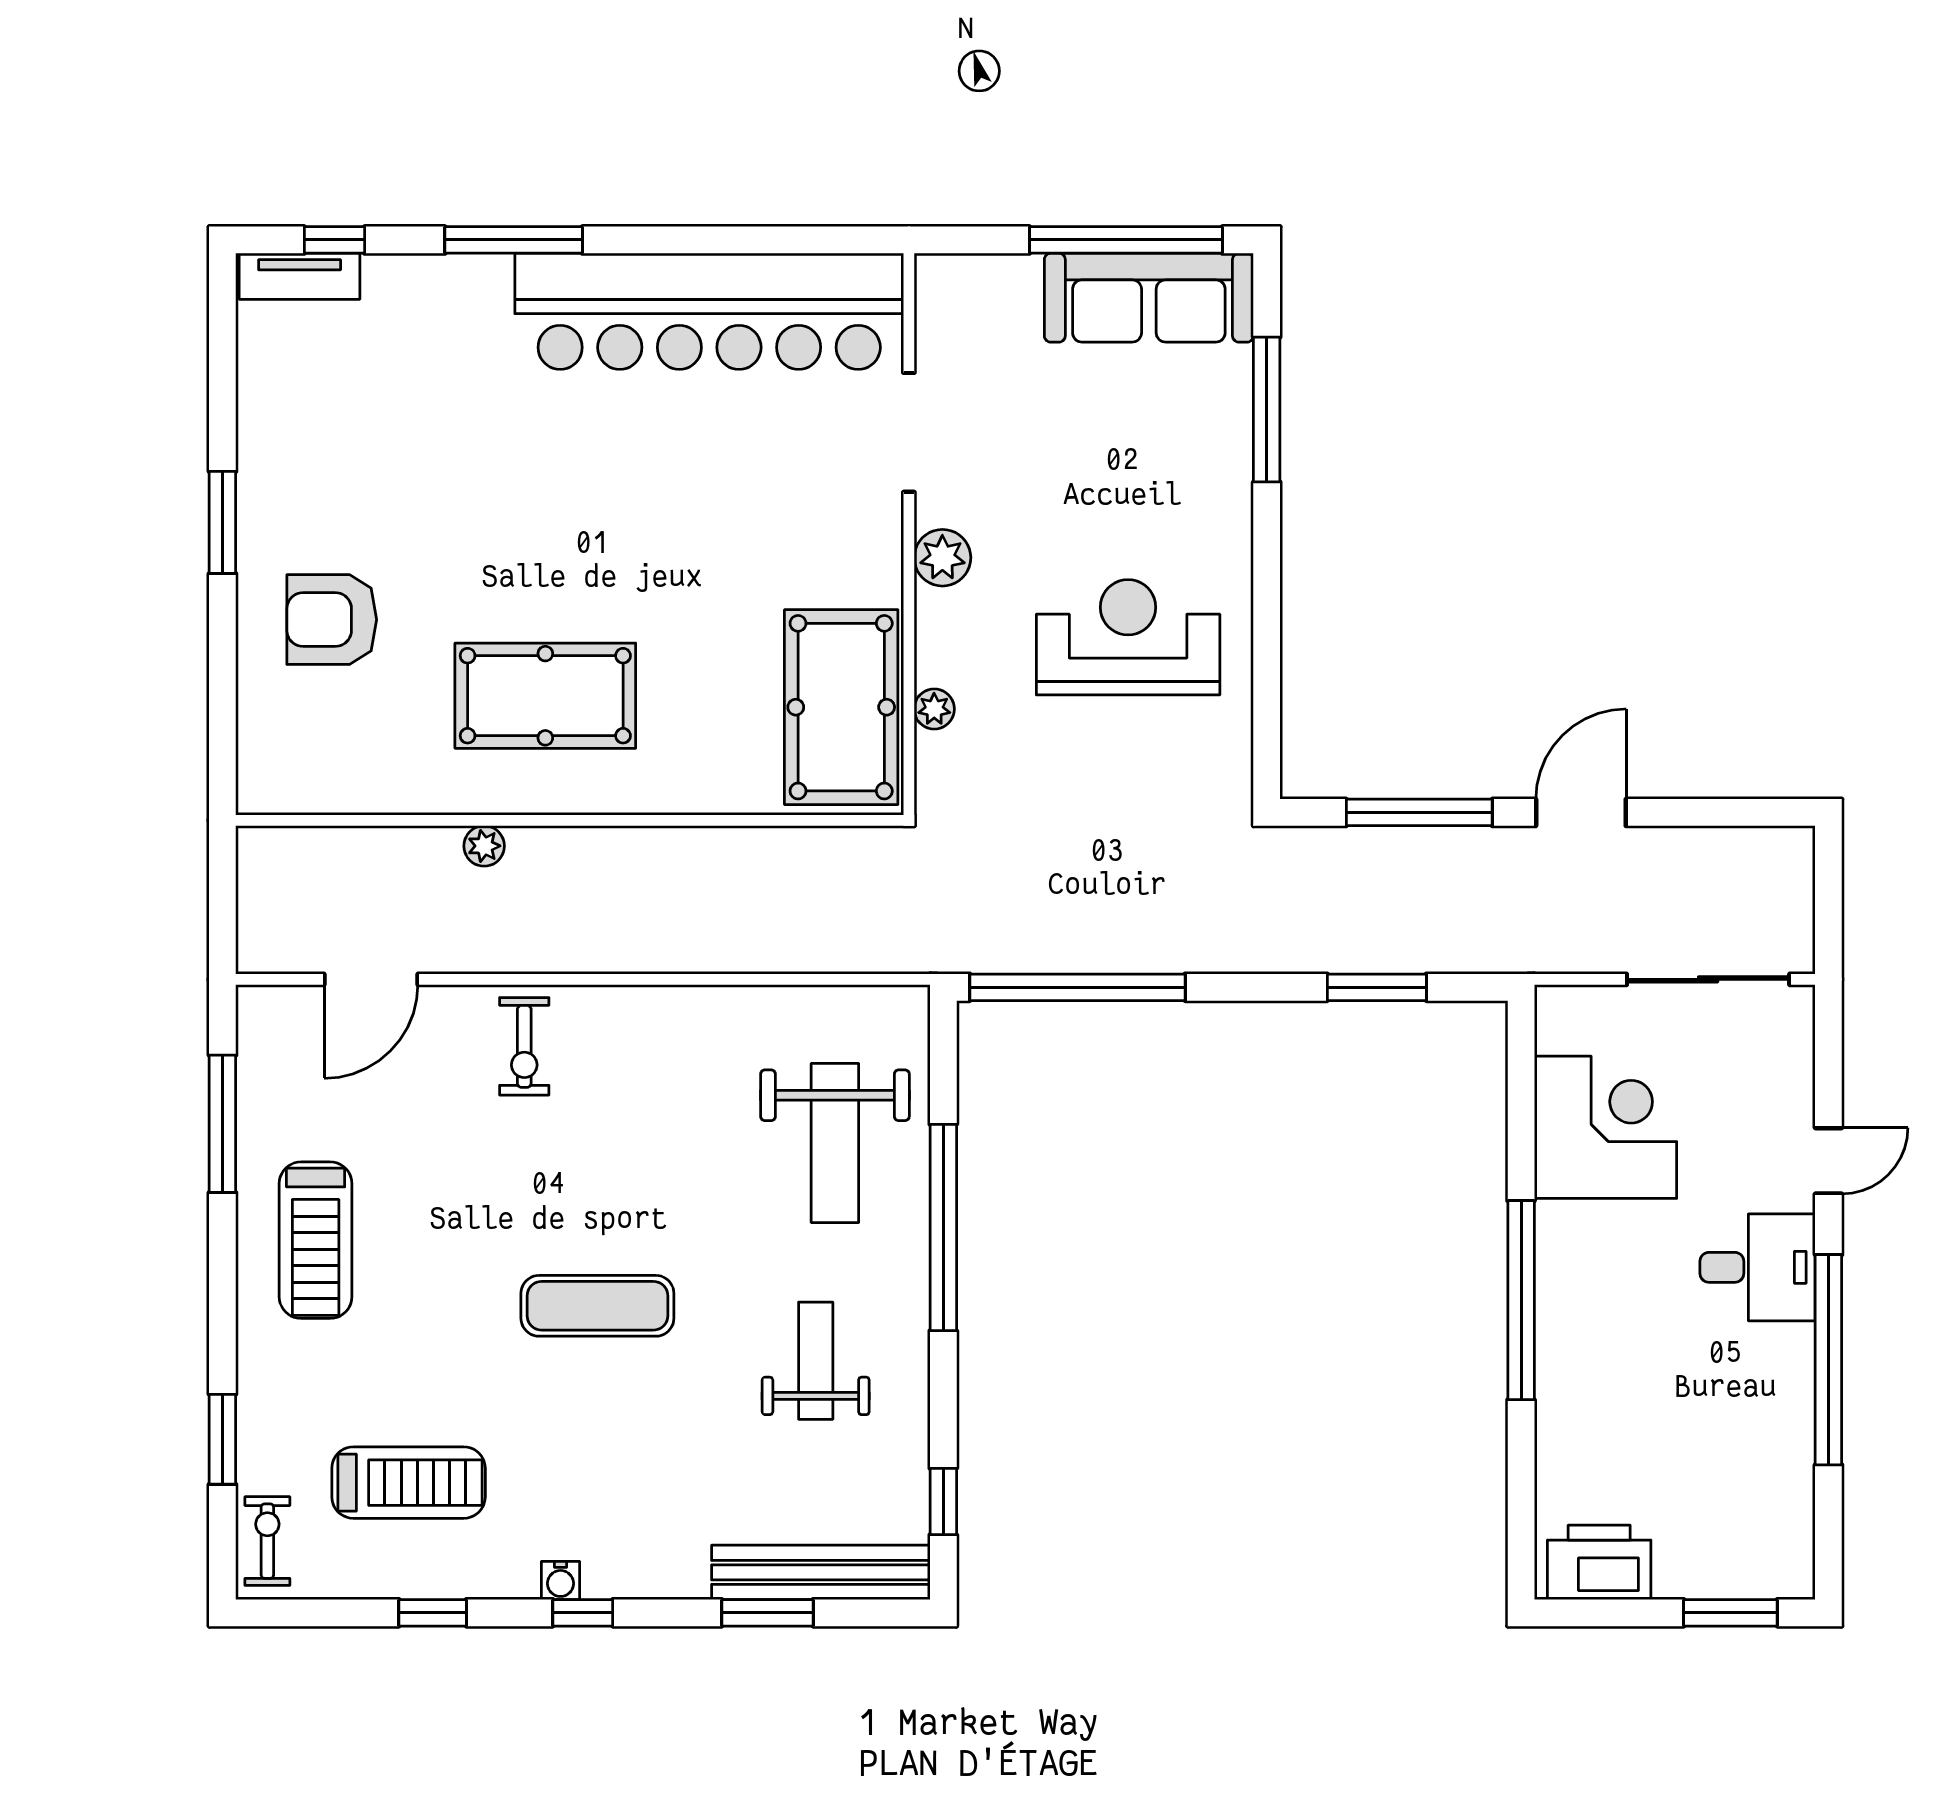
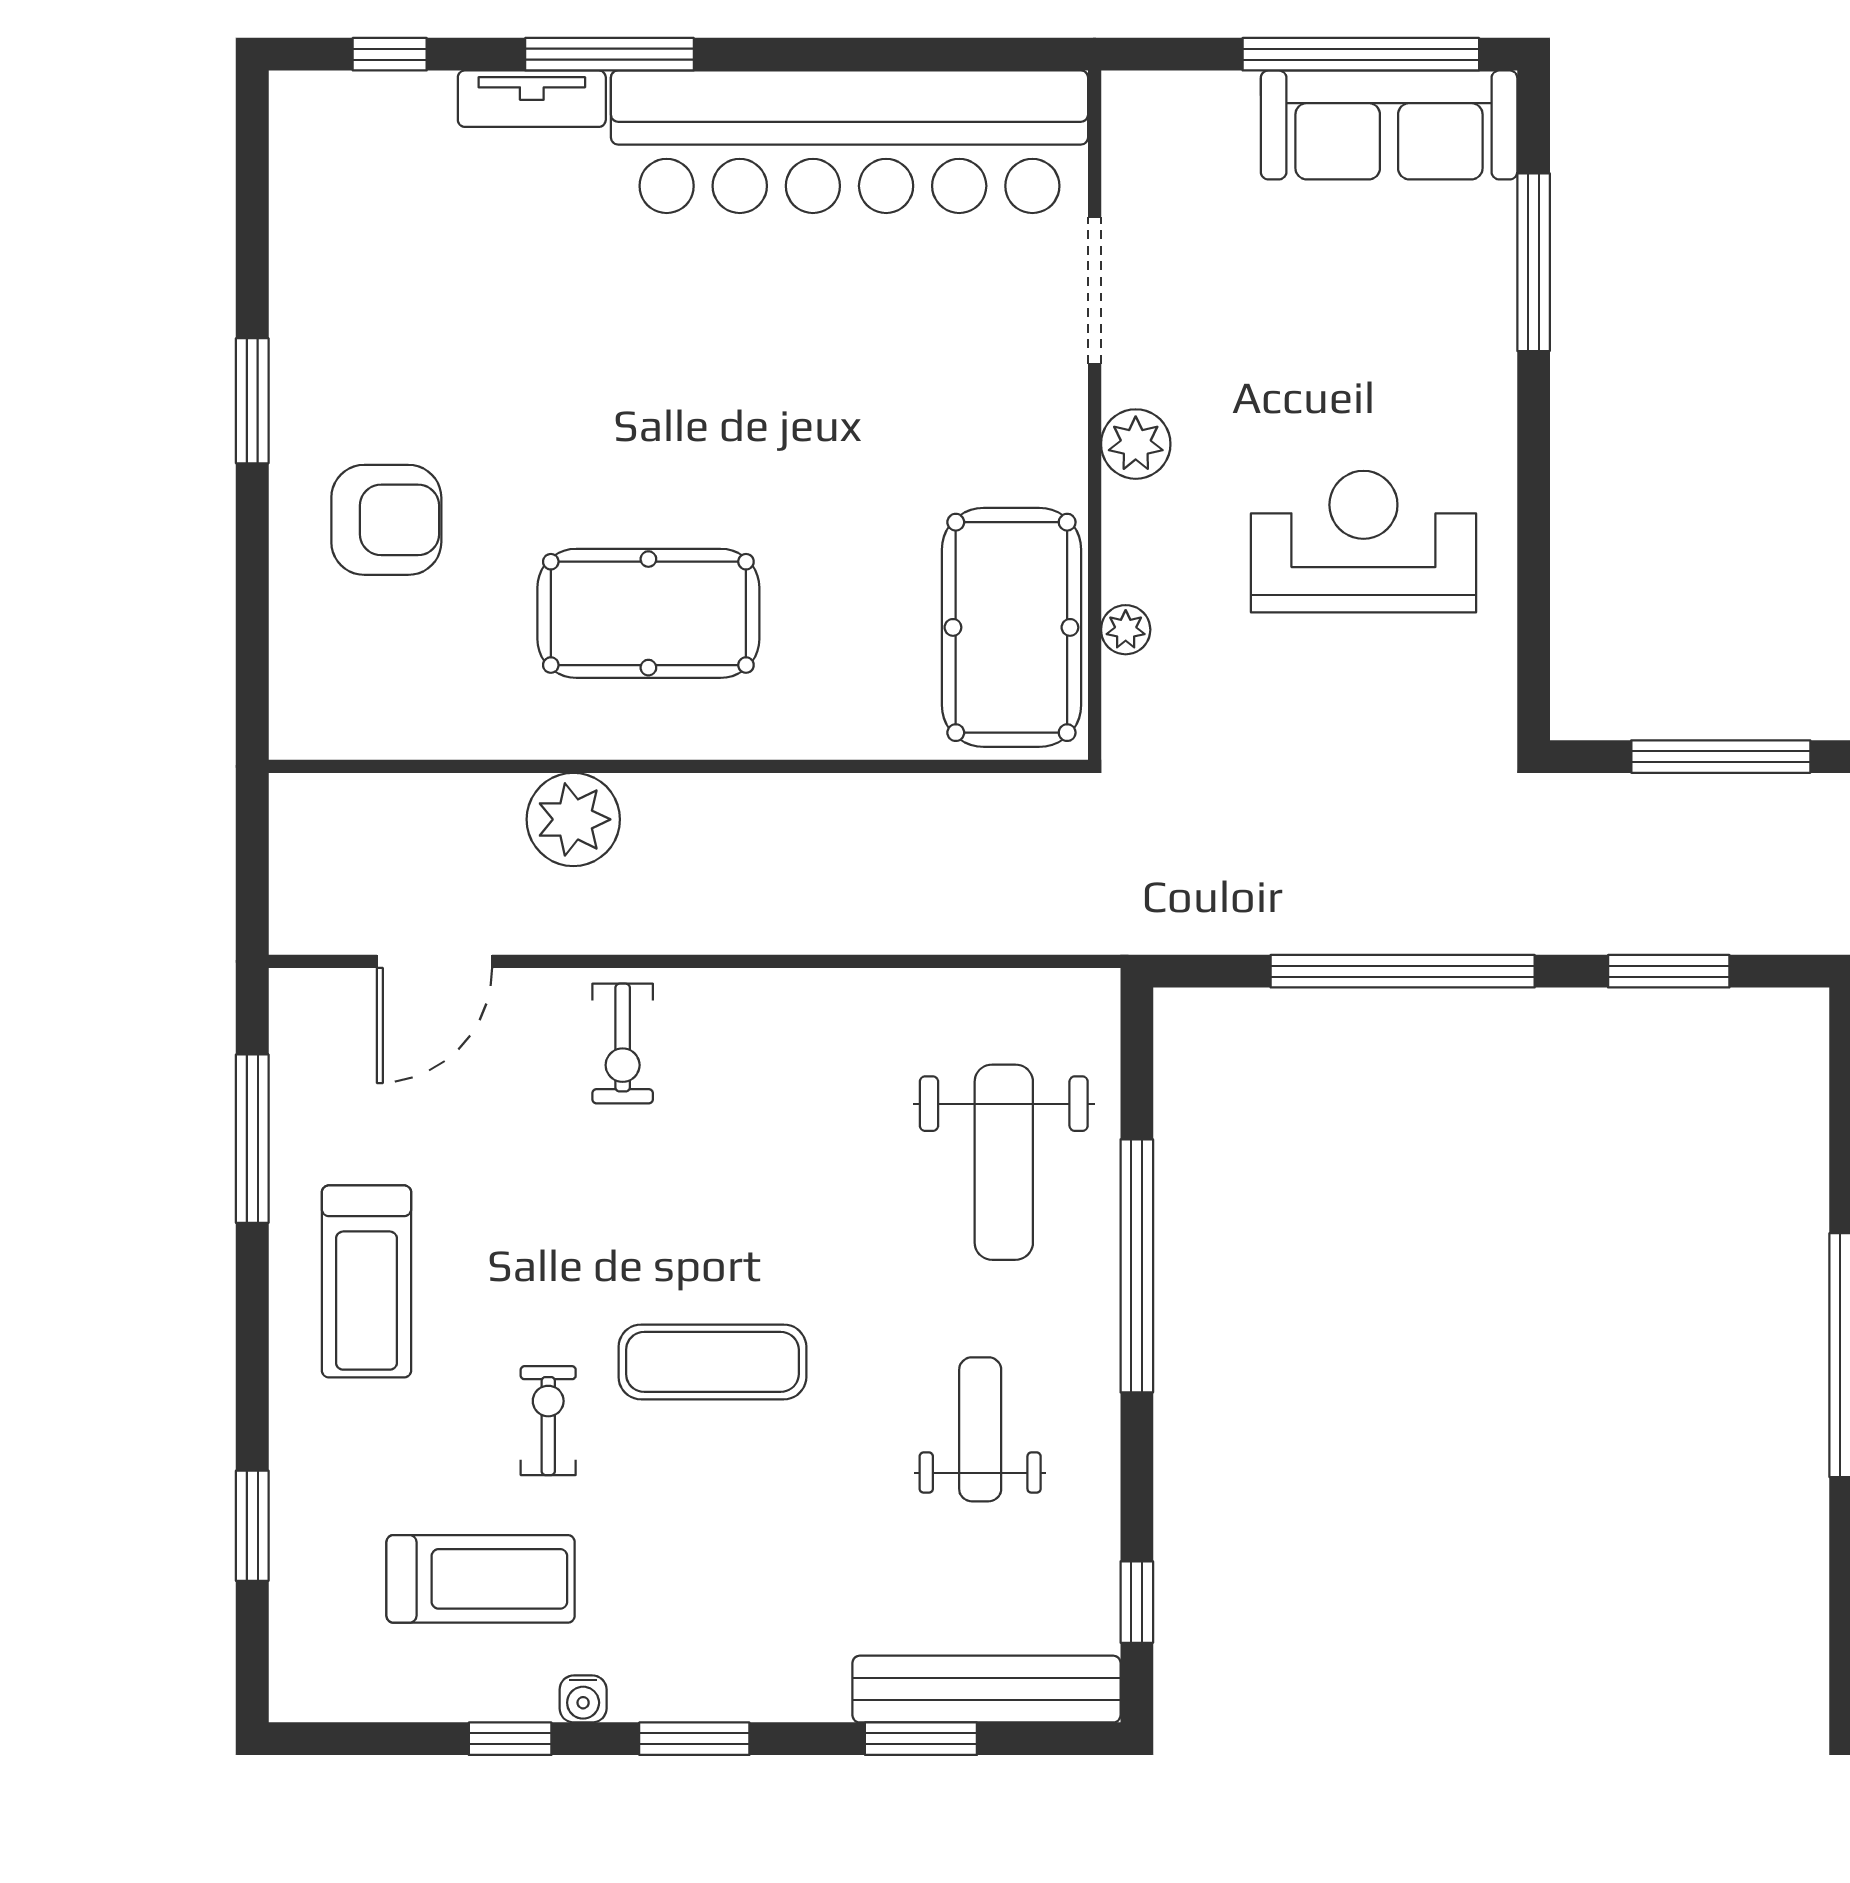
tv unit: (300, 276) -> (532, 99), moved
armchair: (332, 620) -> (386, 520), turned 180
plant: (484, 846) -> (573, 819), width x1.88, depth x1.88
window: (1077, 987) -> (1403, 971), moved
exercise bike: (267, 1541) -> (548, 1421), moved
water cooler: (561, 1580) -> (583, 1699), moved
window: (583, 1613) -> (694, 1739), width x1.50

